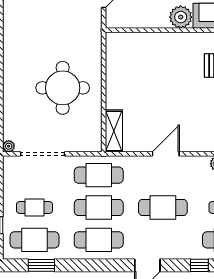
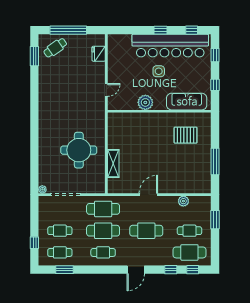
plant: (181, 17) -> (145, 102), moved
shelving: (114, 131) -> (113, 163), moved
cafe table: (35, 240) -> (60, 252), width x0.73, depth x0.74
cafe table: (99, 240) -> (103, 252), width x0.73, depth x0.74

